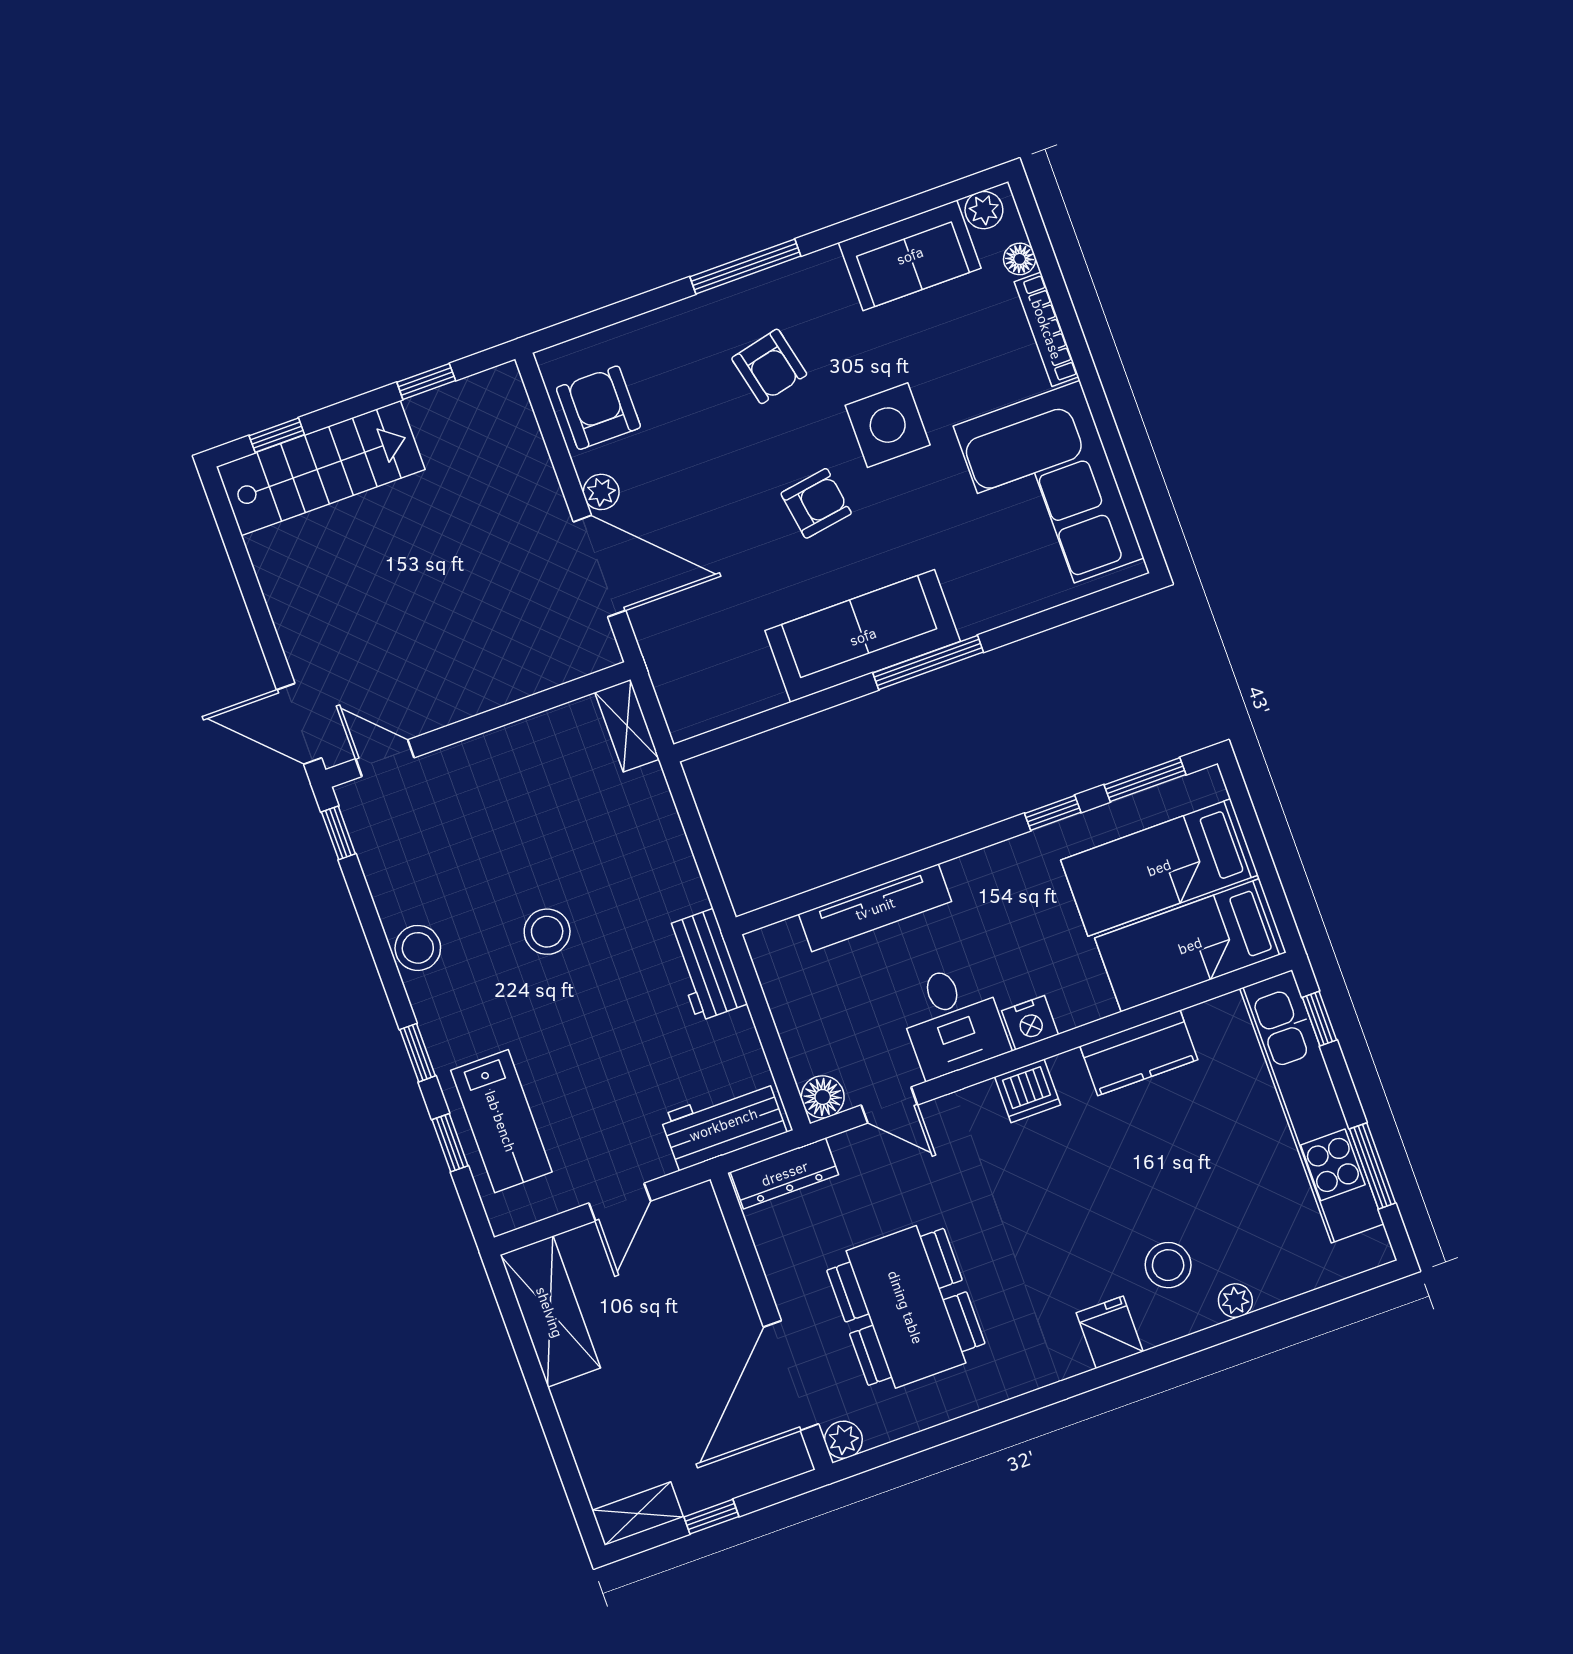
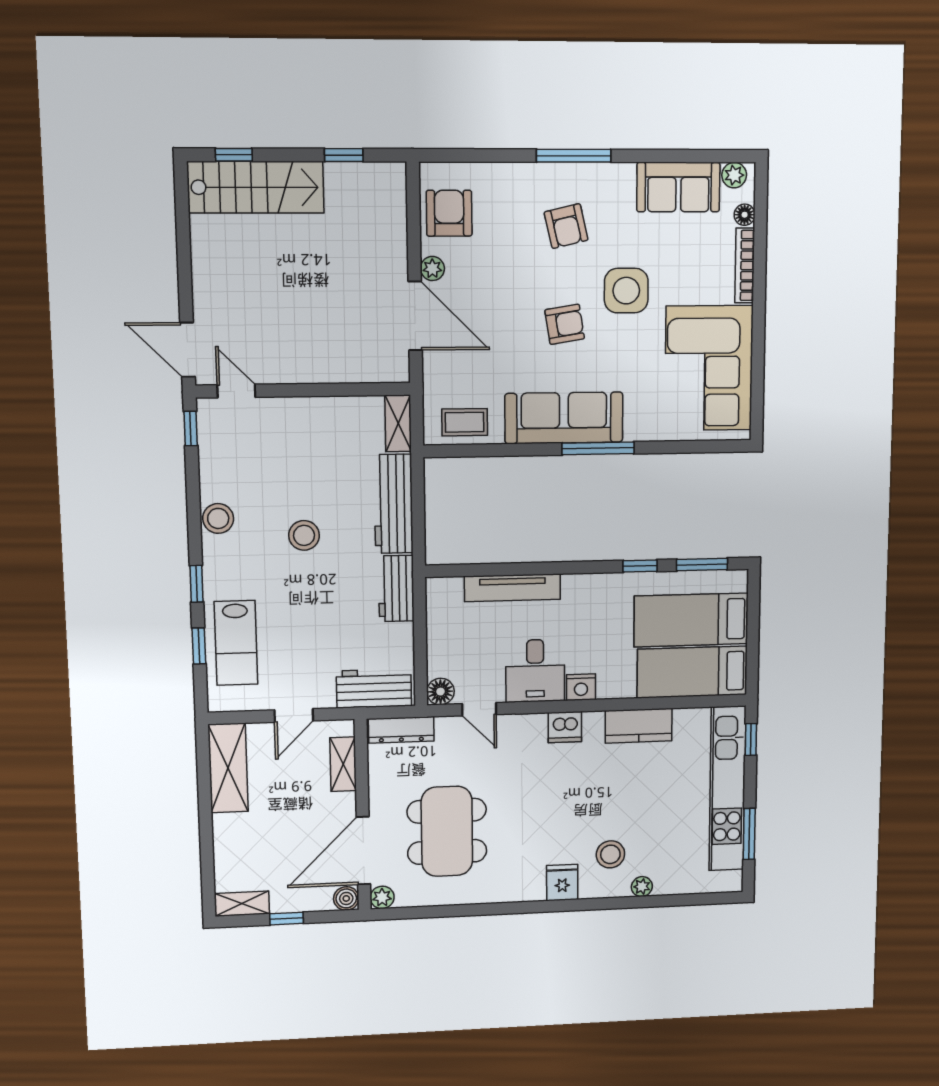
coffee table: (721, 691) -> (465, 422), added
workbench: (660, 843) -> (393, 504), added
shelving: (716, 1253) -> (343, 764), added
boiler: (790, 1458) -> (346, 898), added

